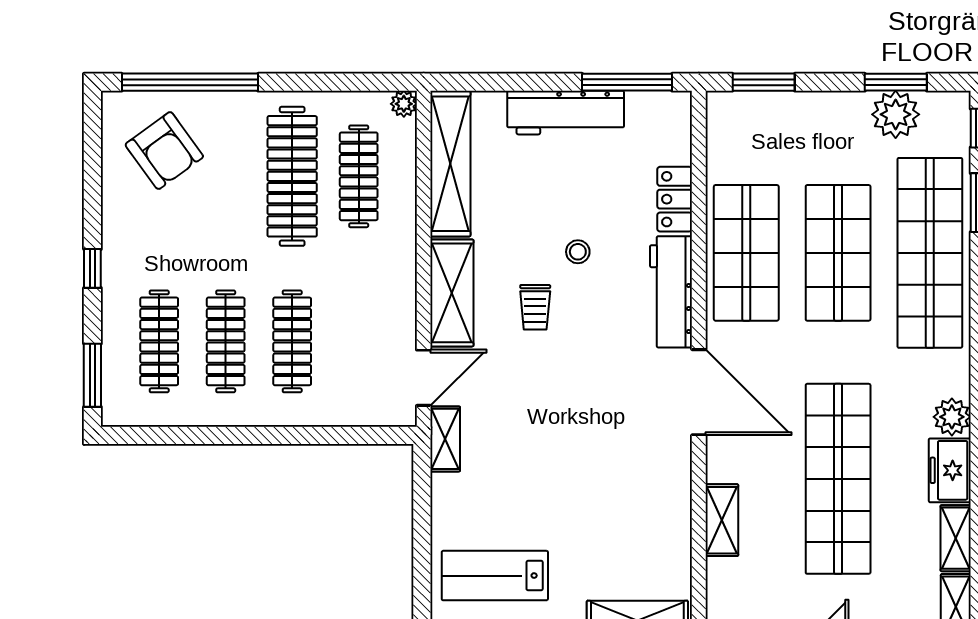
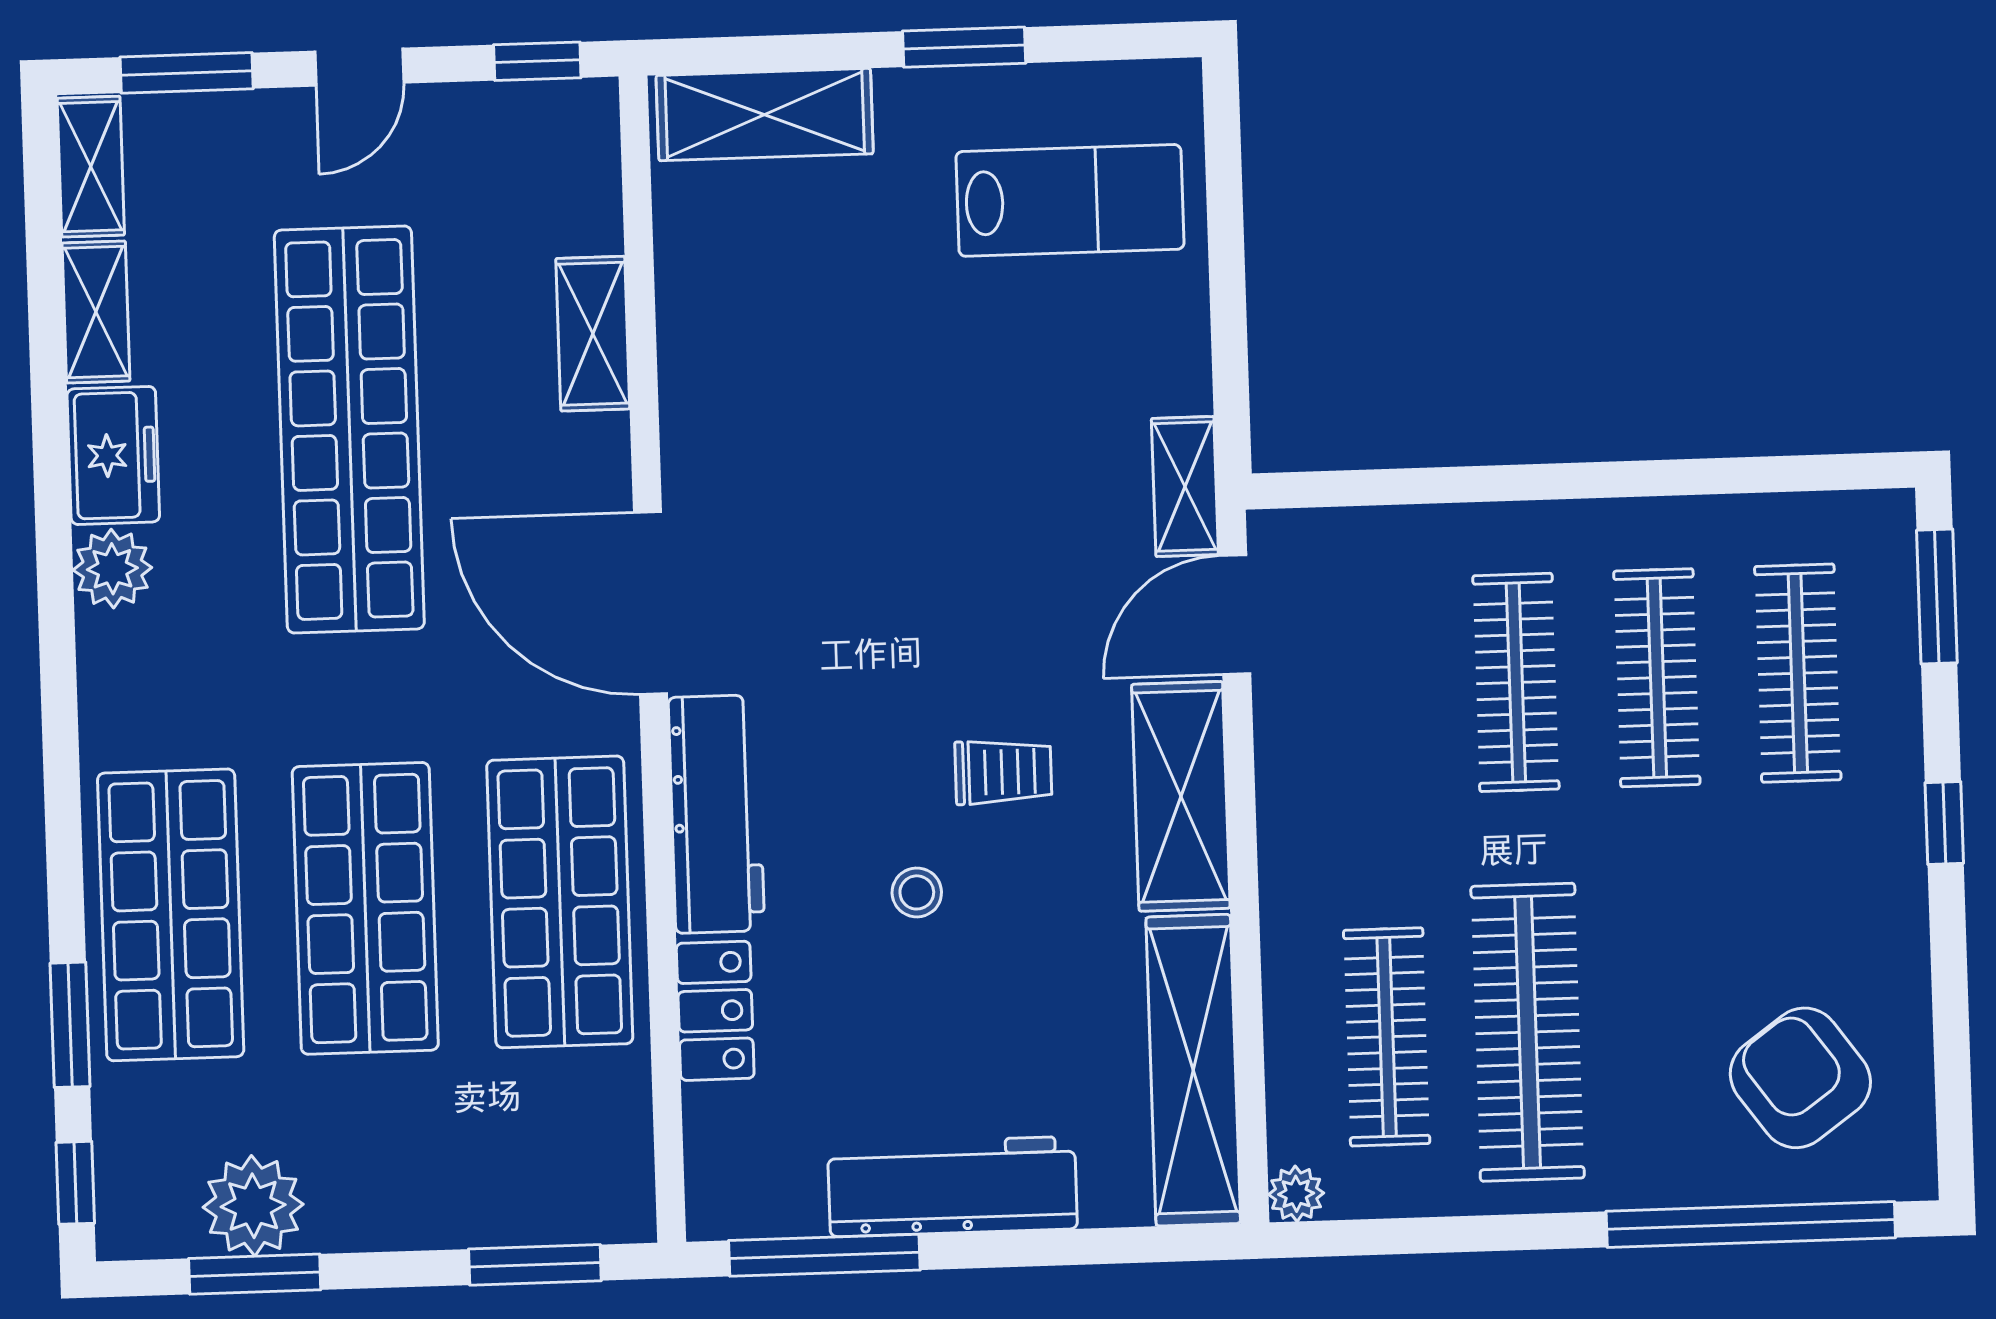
shop shelf: (930, 253) -> (171, 915), width x0.71
trolley: (535, 307) -> (1003, 772), turned 90

